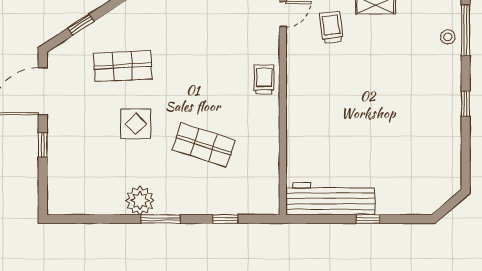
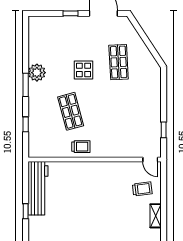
window: (81, 25) -> (144, 37), removed
trolley: (264, 79) -> (81, 147), moved
shop shelf: (204, 145) -> (71, 111), turned -33

